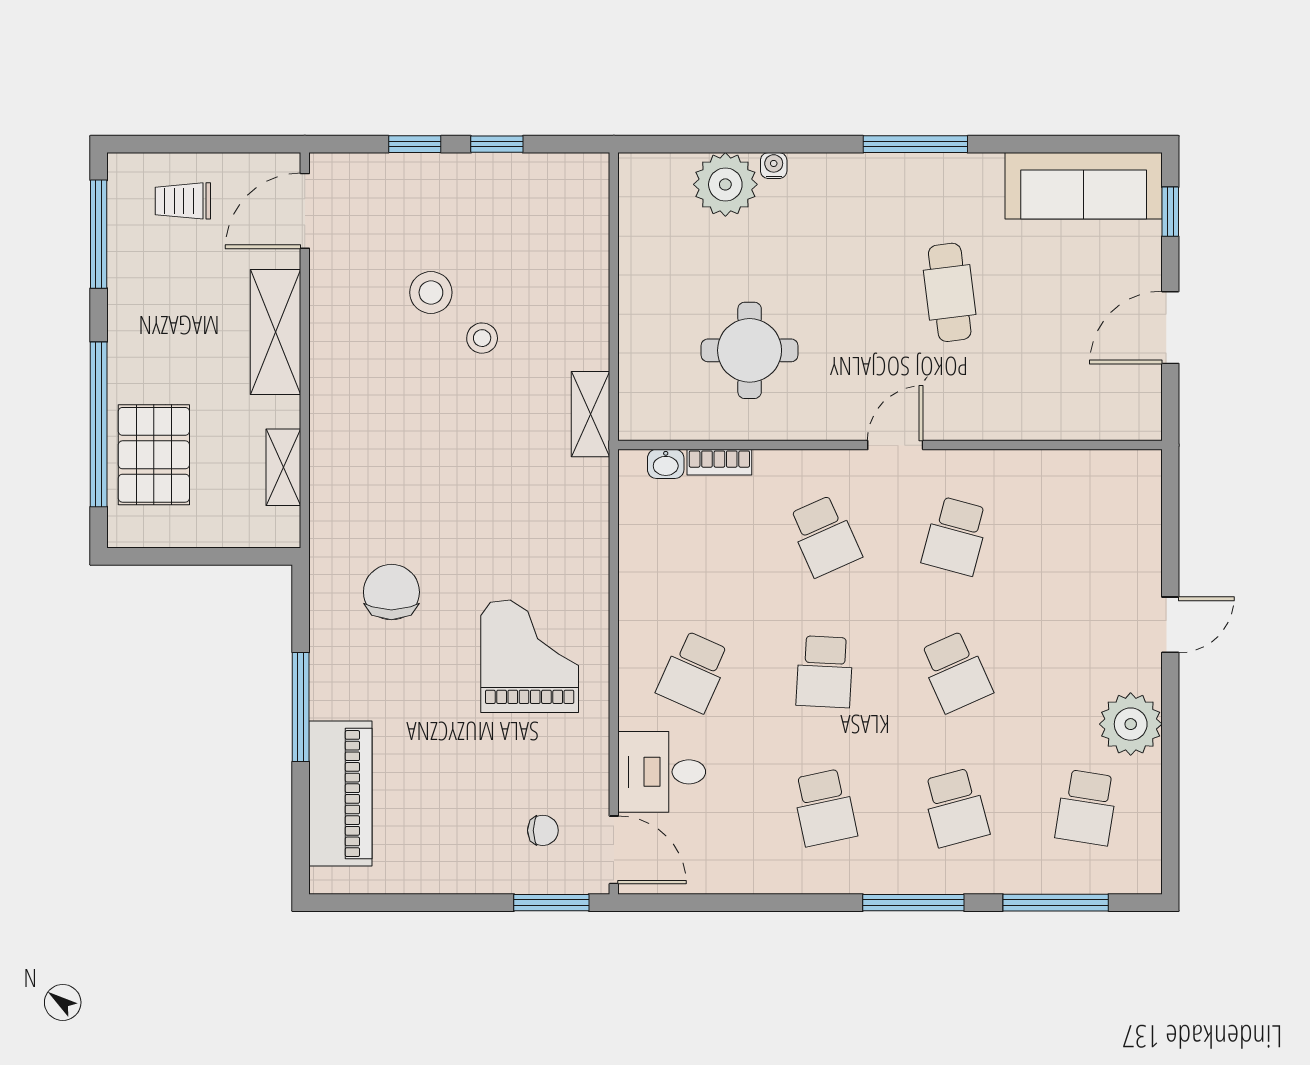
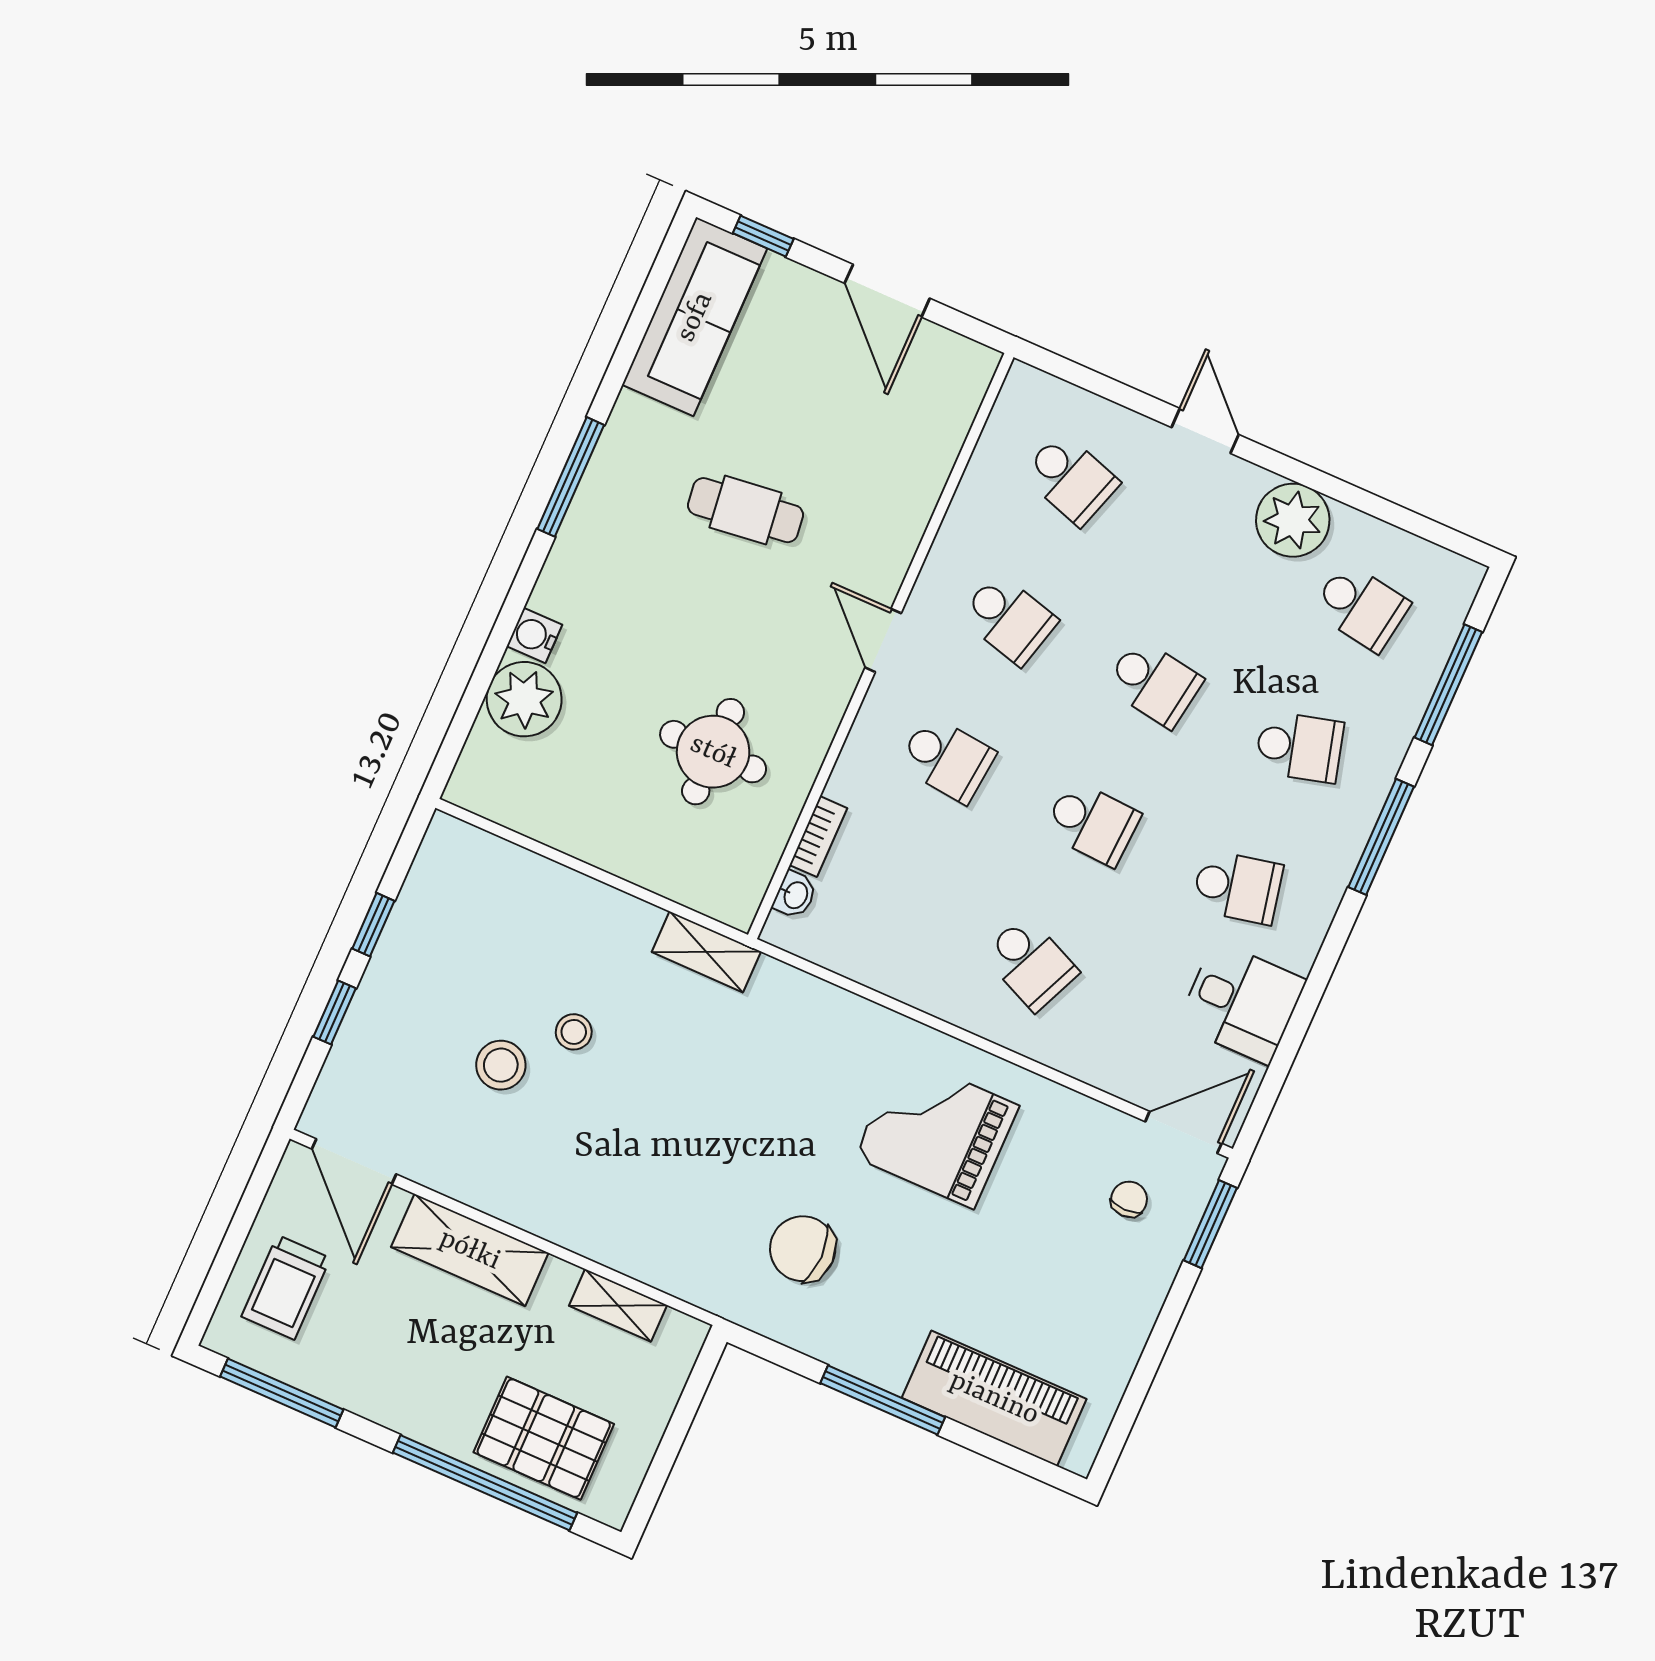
water cooler: (774, 166) -> (534, 636), width x1.38, depth x1.38
trolley: (183, 201) -> (286, 1287), width x1.36, depth x1.39
school desk: (825, 536) -> (947, 759), turned 30
school desk: (1086, 536) -> (1071, 479), added
school desk: (955, 672) -> (1154, 683), turned 33
desk: (662, 772) -> (1242, 1003), moved, turned -90

